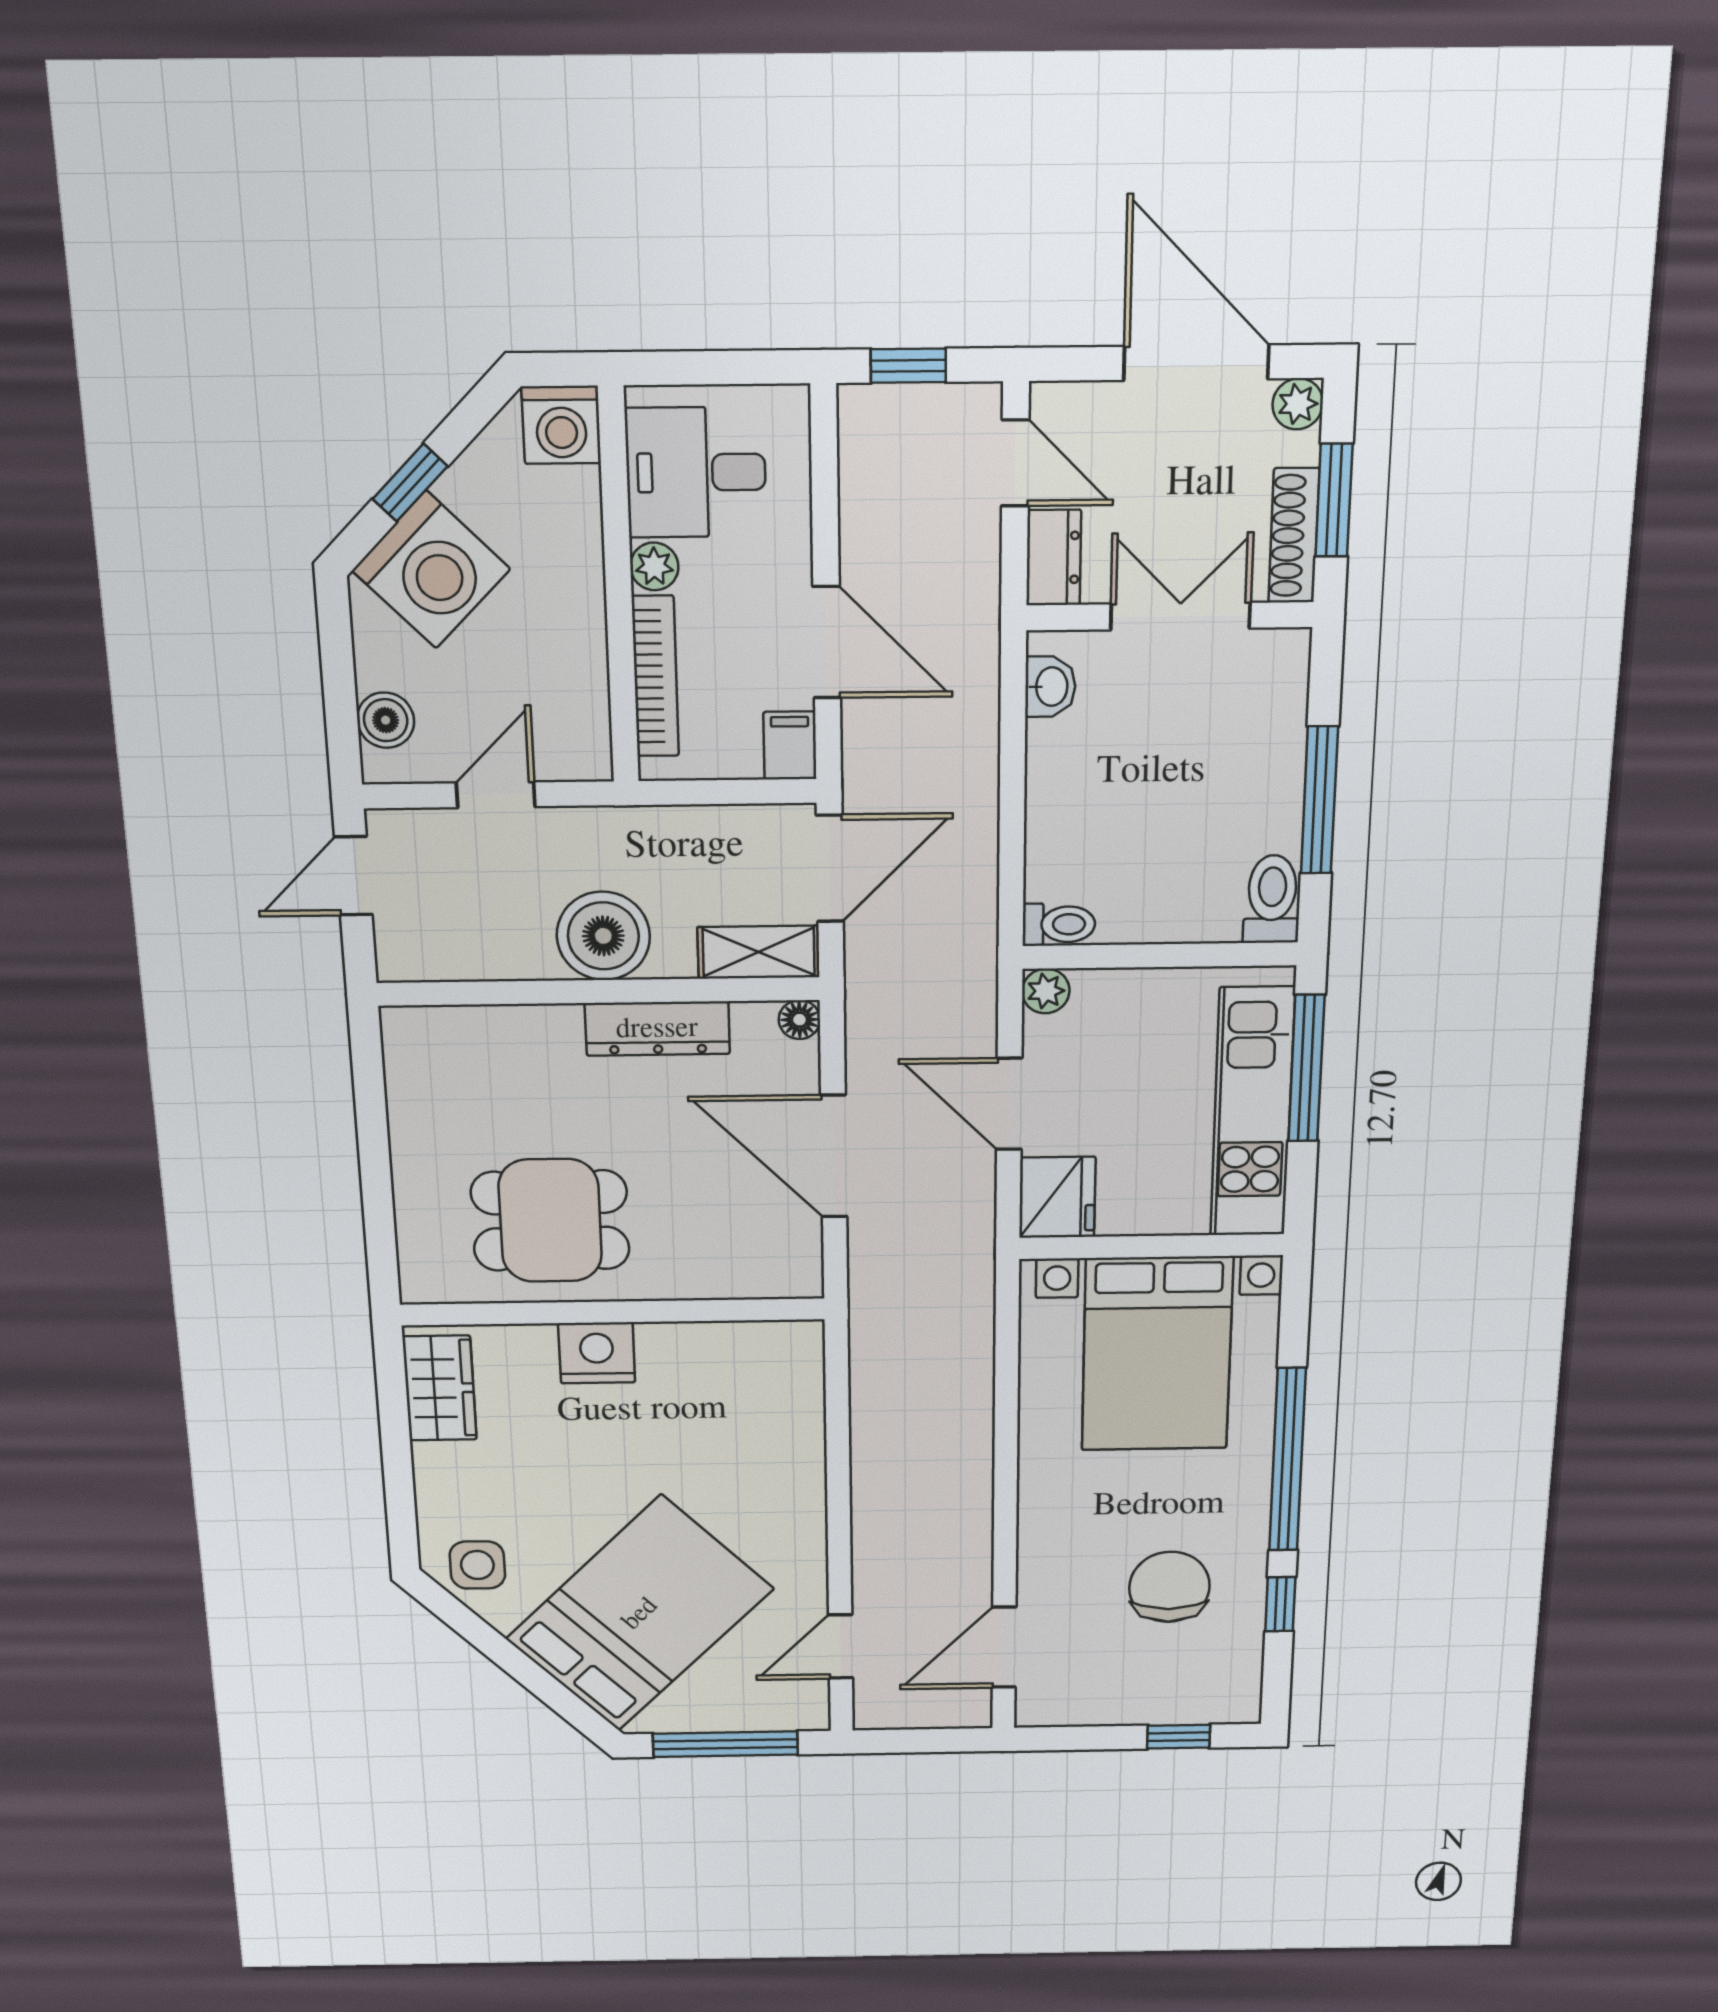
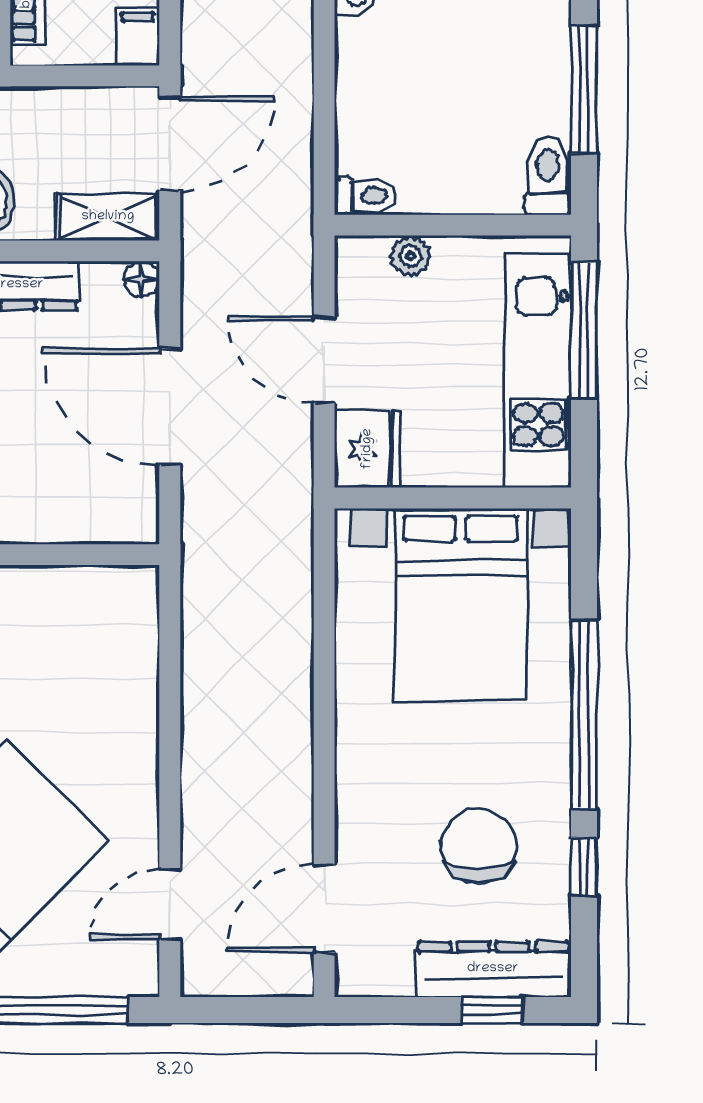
plant: (1046, 991) -> (410, 256), moved
dresser: (1181, 1700) -> (493, 969), added

